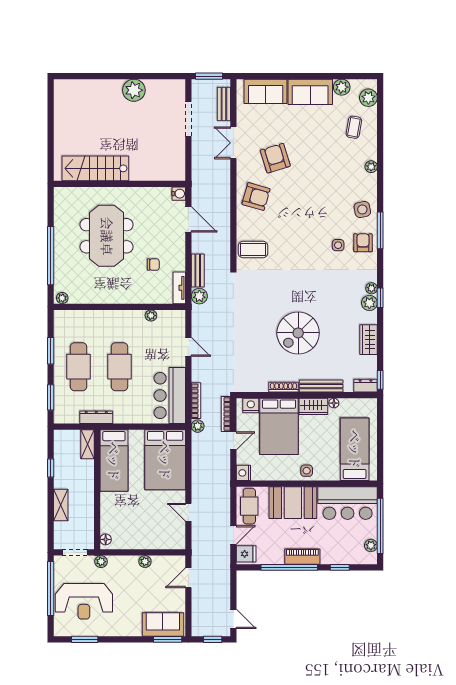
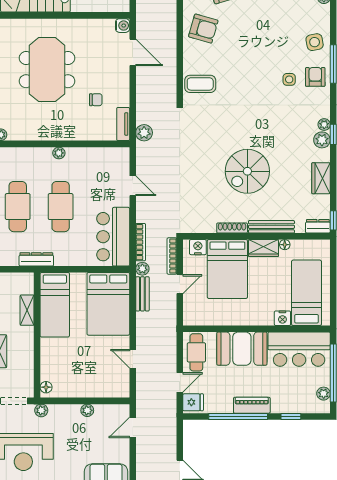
bench: (198, 270) -> (142, 294), moved
plant: (151, 315) -> (59, 153), moved
shelving: (87, 444) -> (27, 310), moved
side table: (307, 471) -> (256, 315), removed
nightstand: (243, 473) -> (282, 318), moved, turned -90

